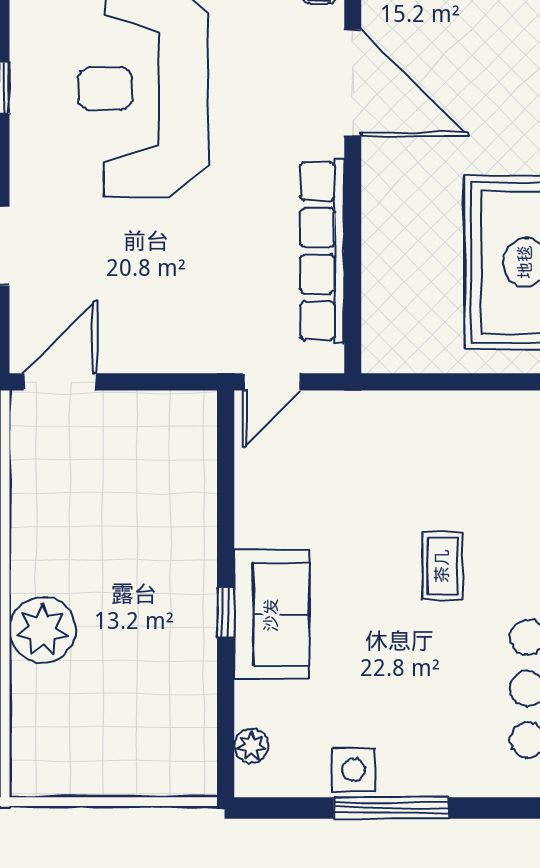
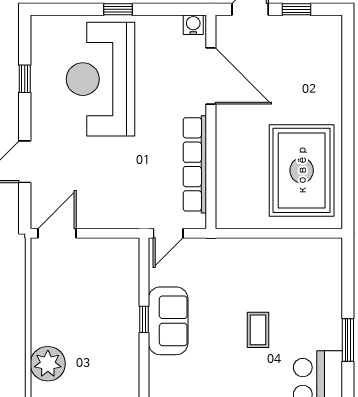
window: (226, 613) -> (144, 319), moved
sofa: (271, 615) -> (168, 321), moved

